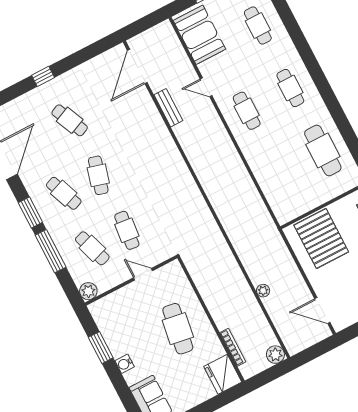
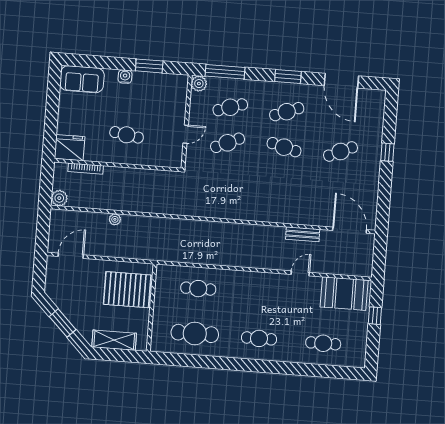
cafe table: (247, 111) -> (198, 289), moved
cafe table: (127, 230) -> (227, 143), turned -30
window: (51, 251) -> (225, 72), moved
cafe table: (178, 329) -> (127, 135), width x0.73, depth x0.74

